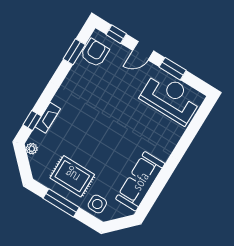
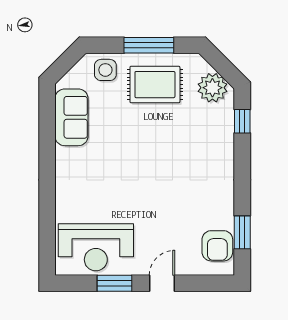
window: (116, 34) -> (206, 283), removed
fireplace: (48, 118) -> (226, 136), removed
plant: (32, 149) -> (212, 88), width x1.88, depth x1.88
sofa: (140, 181) -> (71, 117), width x0.73

